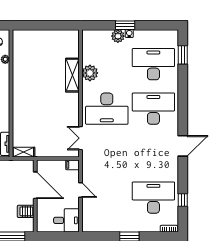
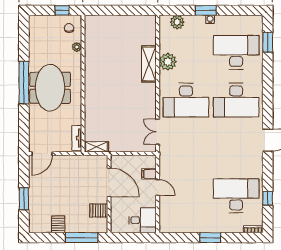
plant: (118, 36) -> (177, 22), moved
desk: (153, 109) -> (236, 100), turned 180
filing cabinet: (72, 165) -> (149, 174), moved

